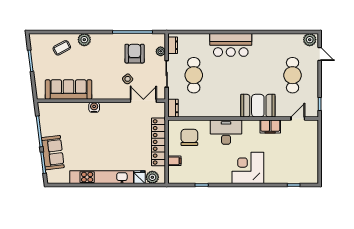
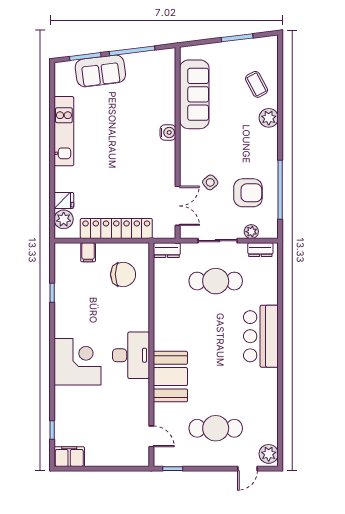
filing cabinet: (270, 127) -> (69, 457), moved, turned 90
desk: (226, 132) -> (131, 355), moved
kitchen unit: (102, 177) -> (64, 131), width x0.73

